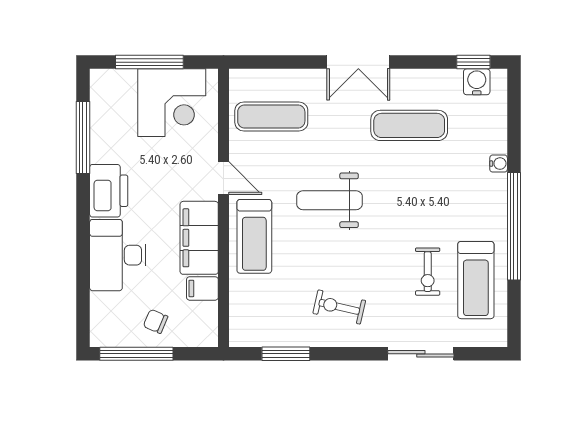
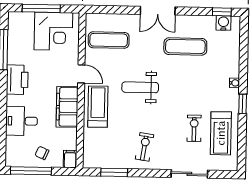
water cooler: (499, 164) -> (234, 83), moved
window: (514, 226) -> (243, 104), width x0.32
treadmill: (254, 236) -> (98, 107), turned 180
desk: (118, 255) -> (21, 121), width x0.73
exercise bike: (428, 272) -> (194, 128), turned 180
filing cabinet: (202, 288) -> (70, 159), moved, turned 90
exercise bike: (339, 307) -> (144, 147), turned 86

